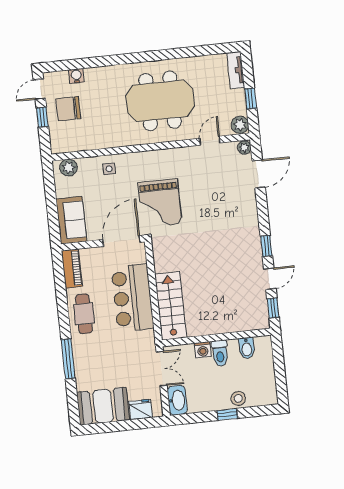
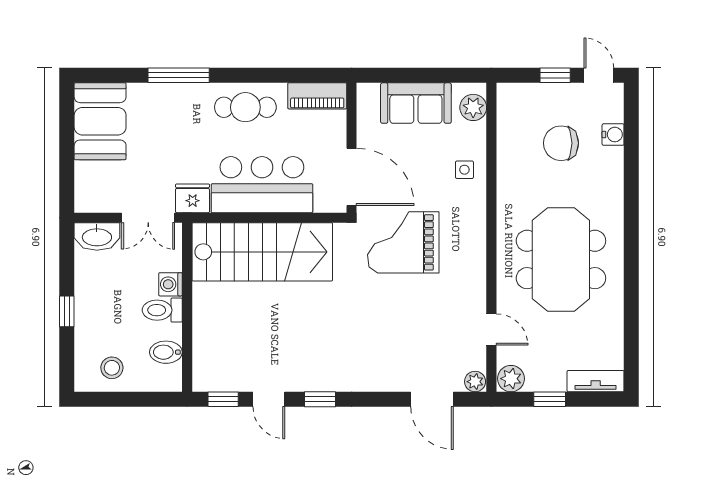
chair: (68, 109) -> (561, 143), moved, turned -90
sofa: (71, 220) -> (416, 103), moved
stairs: (171, 306) -> (262, 252), width x1.36, depth x1.51
stool: (238, 398) -> (112, 368), moved
fridge: (141, 409) -> (193, 198), moved, turned -90

